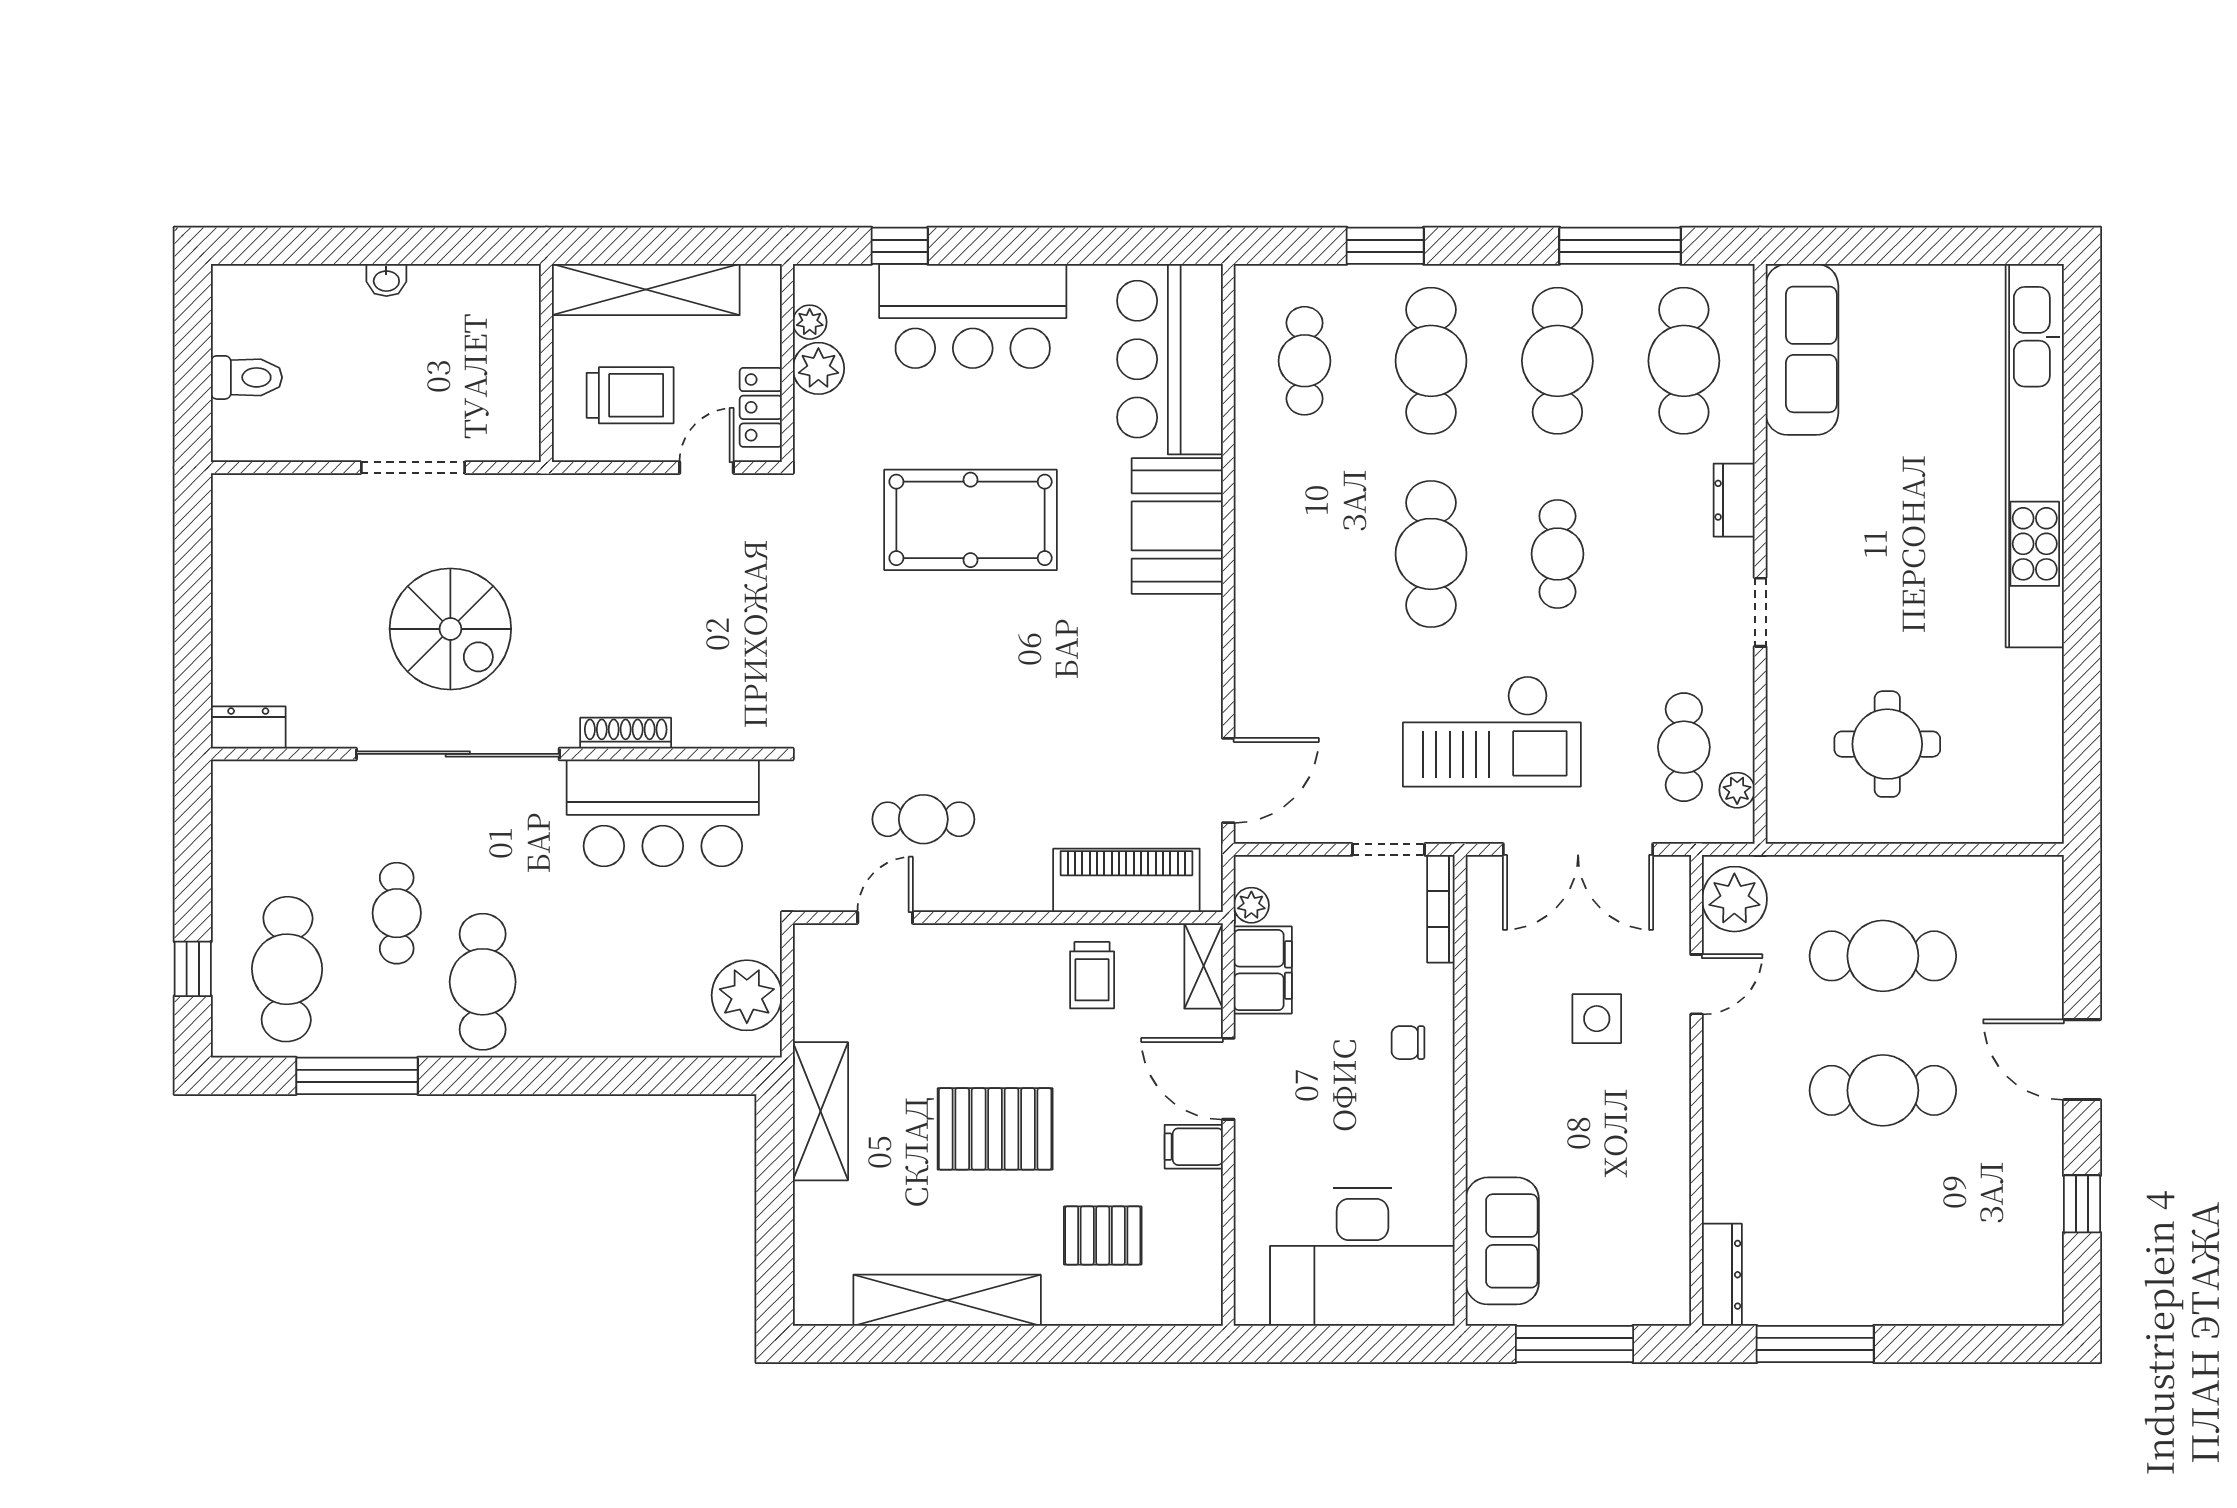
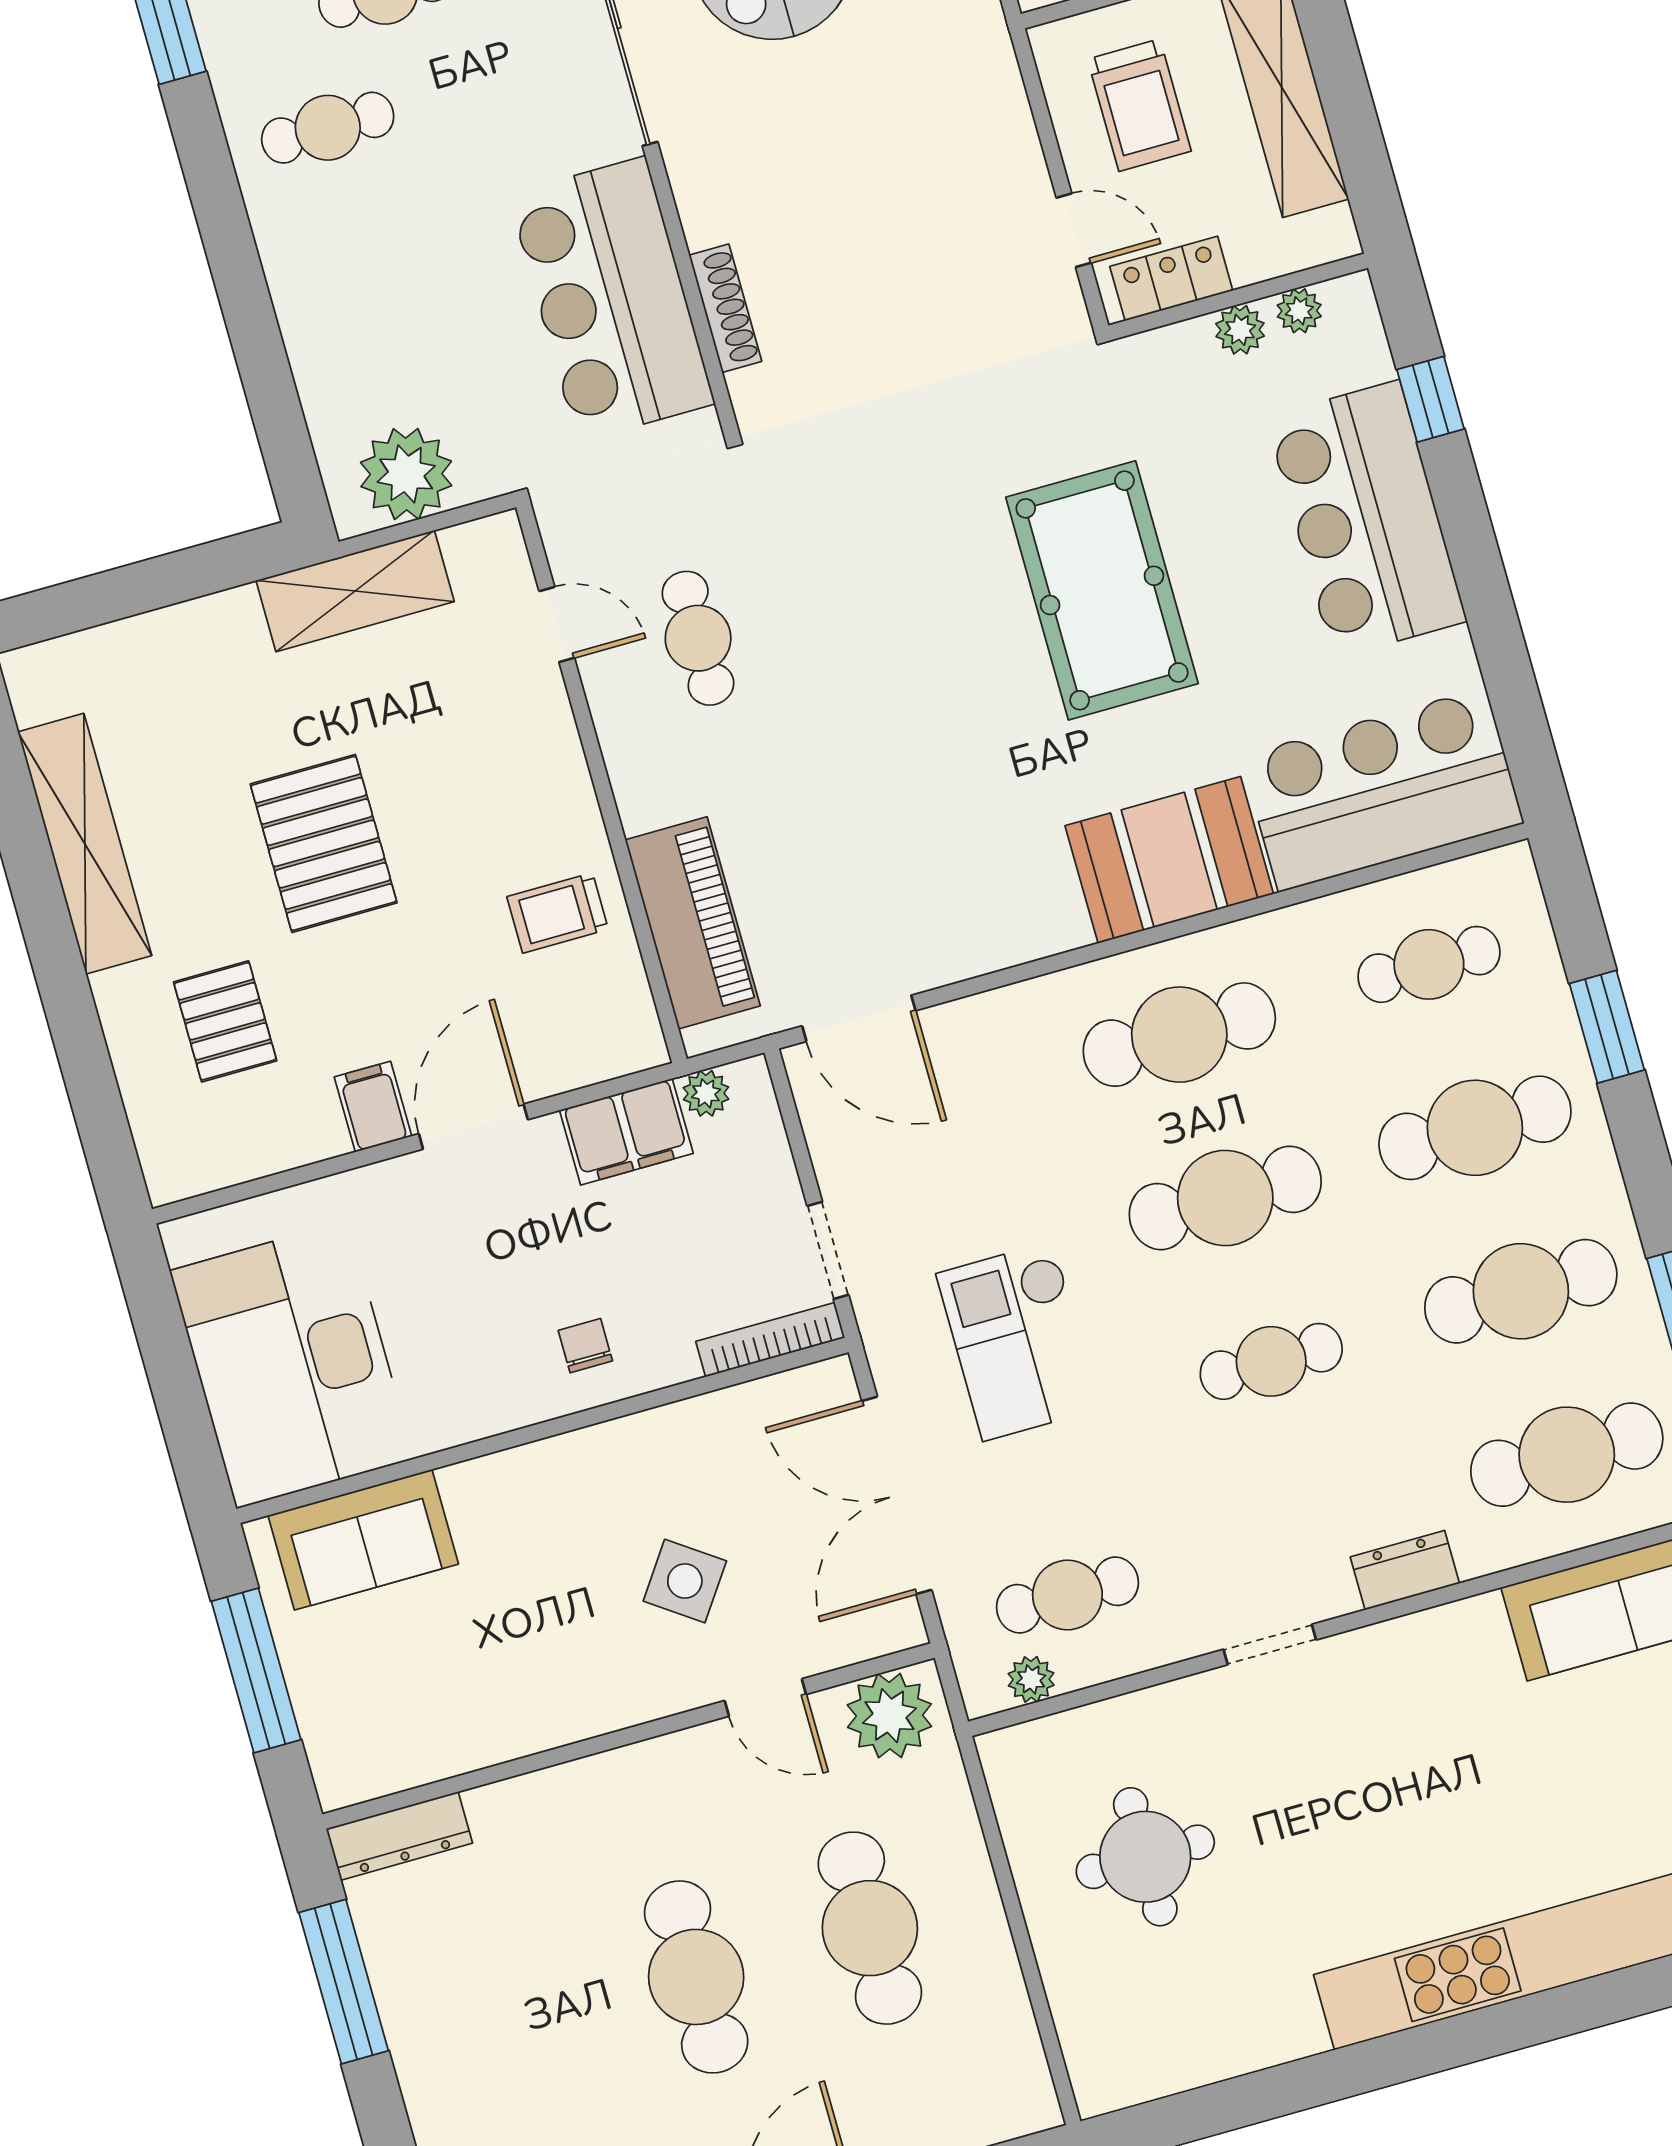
plant: (818, 368) -> (1240, 330), width x0.73, depth x0.73
cafe table: (1305, 554) -> (1179, 1035), added
checkout: (1492, 731) -> (1018, 1341), width x0.73, depth x0.83
shoe rack: (626, 733) -> (725, 308), moved
shelving: (1204, 966) -> (610, 1054), removed
cafe table: (483, 982) -> (328, 128), width x0.73, depth x0.74
side table: (1597, 1019) -> (685, 1581), turned 35
shelving: (820, 1111) -> (355, 591), moved

